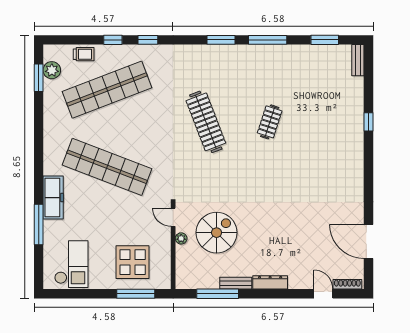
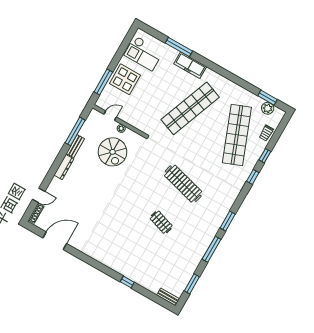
clothes rail: (206, 122) -> (183, 184), turned 36
door: (173, 217) -> (110, 116), moved
display table: (133, 262) -> (125, 79), moved

